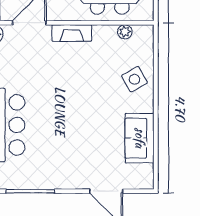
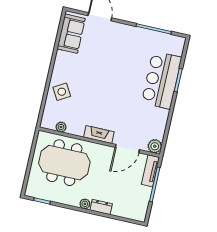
sofa: (140, 138) -> (71, 34), moved

